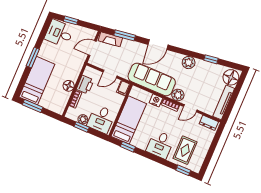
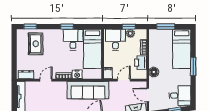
door: (92, 48) -> (148, 95), swing flipped
floor lamp: (69, 86) -> (154, 72), moved
plant: (178, 95) -> (61, 87), removed
window: (33, 106) -> (166, 27), moved
desk: (160, 145) -> (73, 40), moved
window: (128, 147) -> (67, 27), moved

